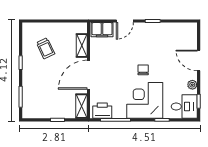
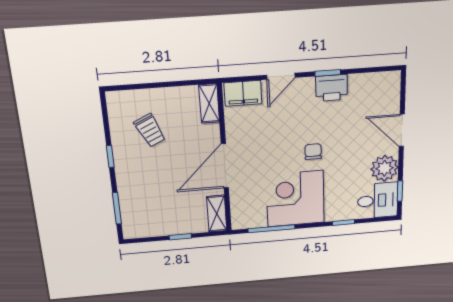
shelving: (82, 46) -> (209, 103), moved
plant: (192, 85) -> (385, 168), width x1.87, depth x1.87
corner desk: (145, 100) -> (295, 199), moved
printer: (102, 111) -> (332, 88), moved, turned 180

